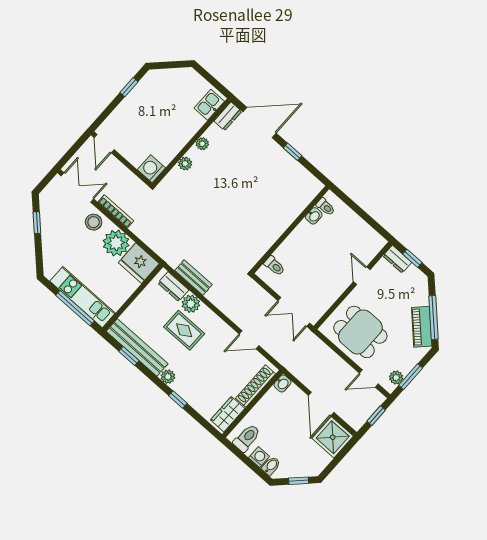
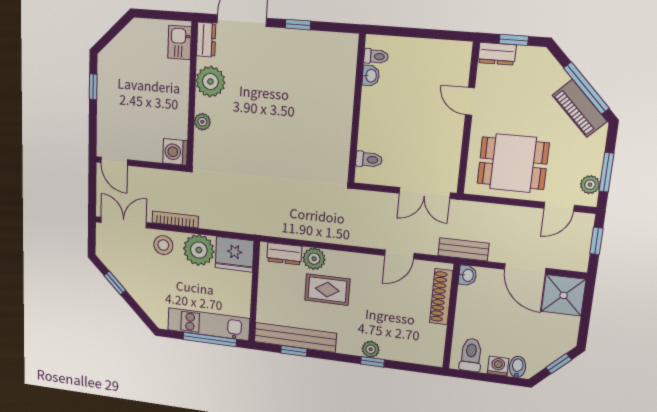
plant: (202, 144) -> (210, 82), width x1.88, depth x1.88
bench: (194, 278) -> (463, 249), moved
plant: (168, 377) -> (371, 349), moved
wardrobe: (228, 414) -> (433, 344), removed

